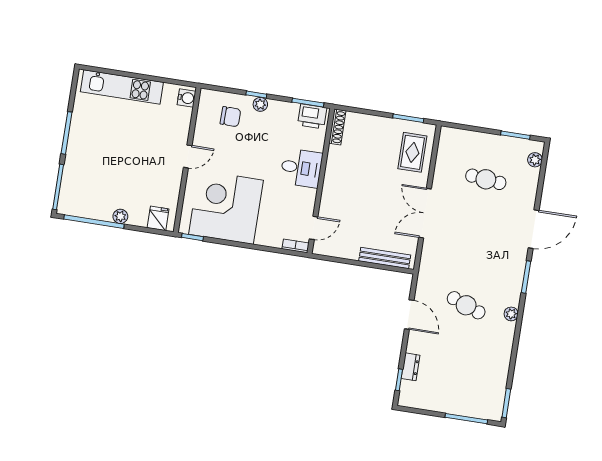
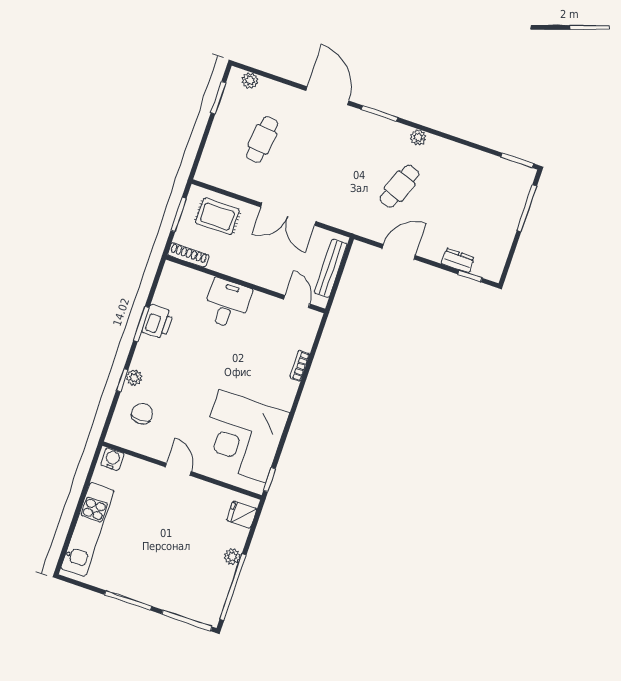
shoe rack: (337, 127) -> (188, 255), moved
desk: (301, 168) -> (227, 304), moved
wall: (321, 181) -> (246, 284), moved
door: (314, 228) -> (297, 302), moved

